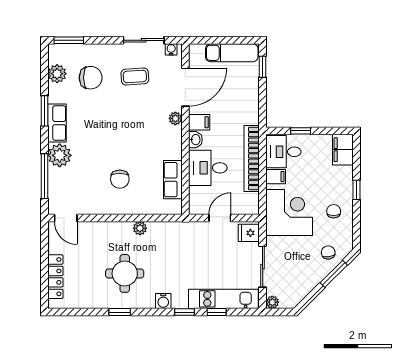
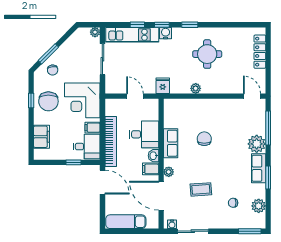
window: (263, 67) -> (102, 211), removed
coffee table: (135, 77) -> (201, 189), moved
chair: (91, 78) -> (233, 203), width x0.54, depth x0.54
door: (185, 87) -> (161, 196), hinge flipped
door: (263, 105) -> (102, 182), added
filing cabinet: (343, 150) -> (41, 137), moved
chair: (120, 179) -> (204, 139), moved
row of seats: (173, 180) -> (171, 143), moved
window: (357, 190) -> (31, 100), moved
chair: (334, 211) -> (48, 101), width x1.87, depth x1.87
door: (220, 218) -> (135, 96), swing flipped
fridge: (249, 233) -> (163, 86), moved, turned -90
water cooler: (163, 301) -> (166, 33), moved
window: (120, 312) -> (190, 25), moved

